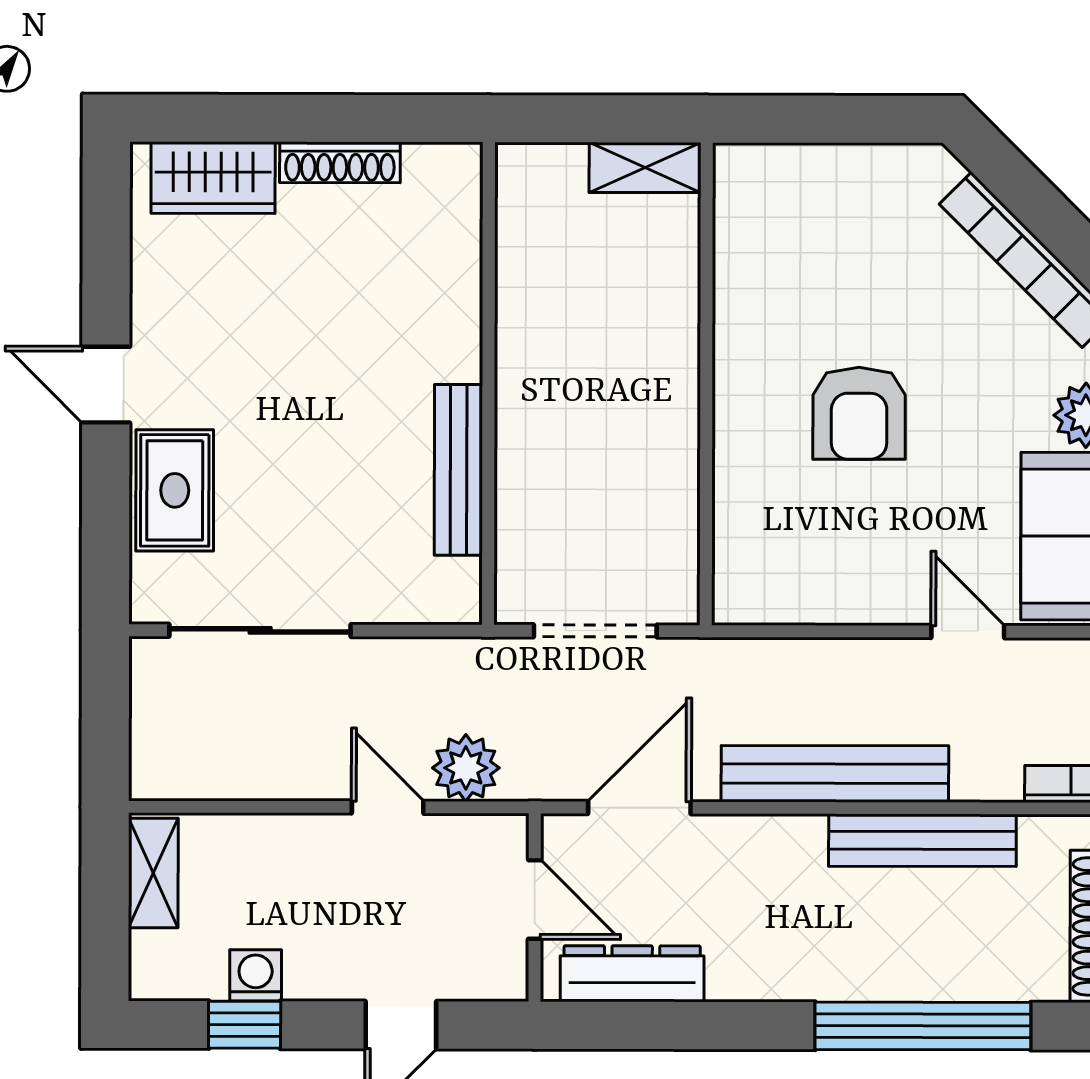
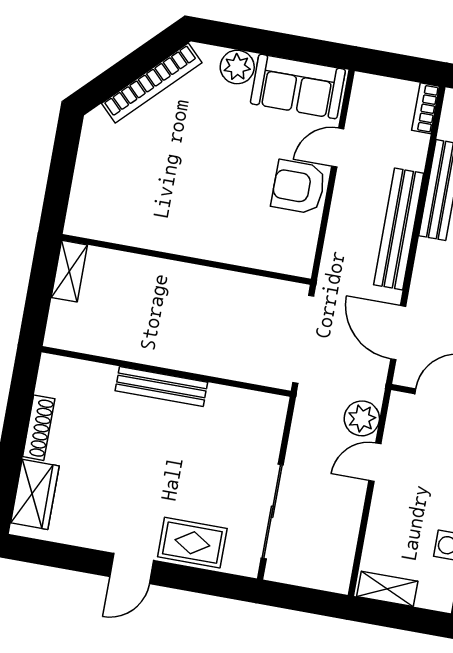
armchair: (859, 413) -> (298, 187), moved, turned 180
bench: (458, 470) -> (161, 386), moved
doorway: (595, 631) -> (303, 339), width x1.36

